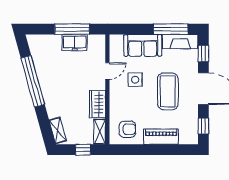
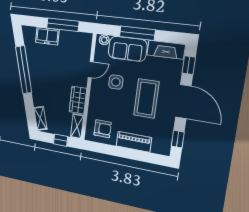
window: (171, 29) -> (137, 33), moved
plant: (118, 39) -> (104, 40), added
freezer: (75, 43) -> (47, 36), moved

